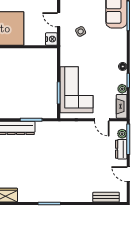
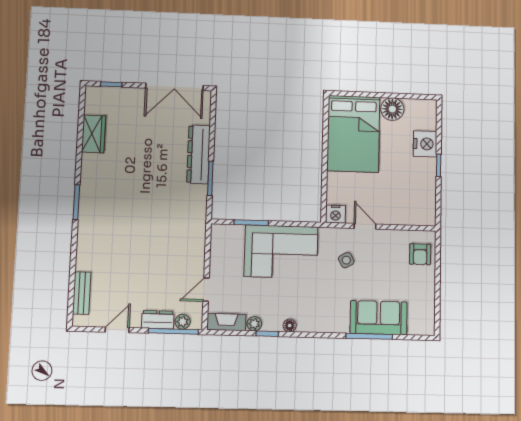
door: (59, 20) -> (365, 226), hinge flipped
corner sofa: (76, 90) -> (281, 252), moved

